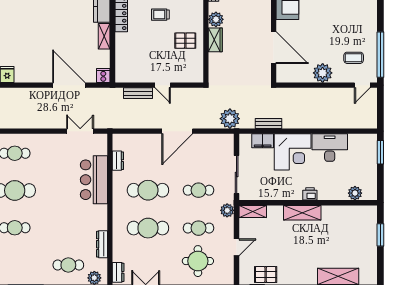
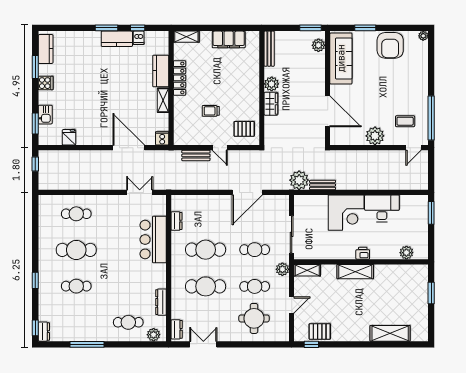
trolley: (160, 15) -> (211, 111), moved
pallet: (185, 41) -> (244, 129), moved
plant: (230, 119) -> (299, 180), moved
door: (177, 131) -> (247, 192), moved
filing cabinet: (263, 141) -> (317, 202), removed

